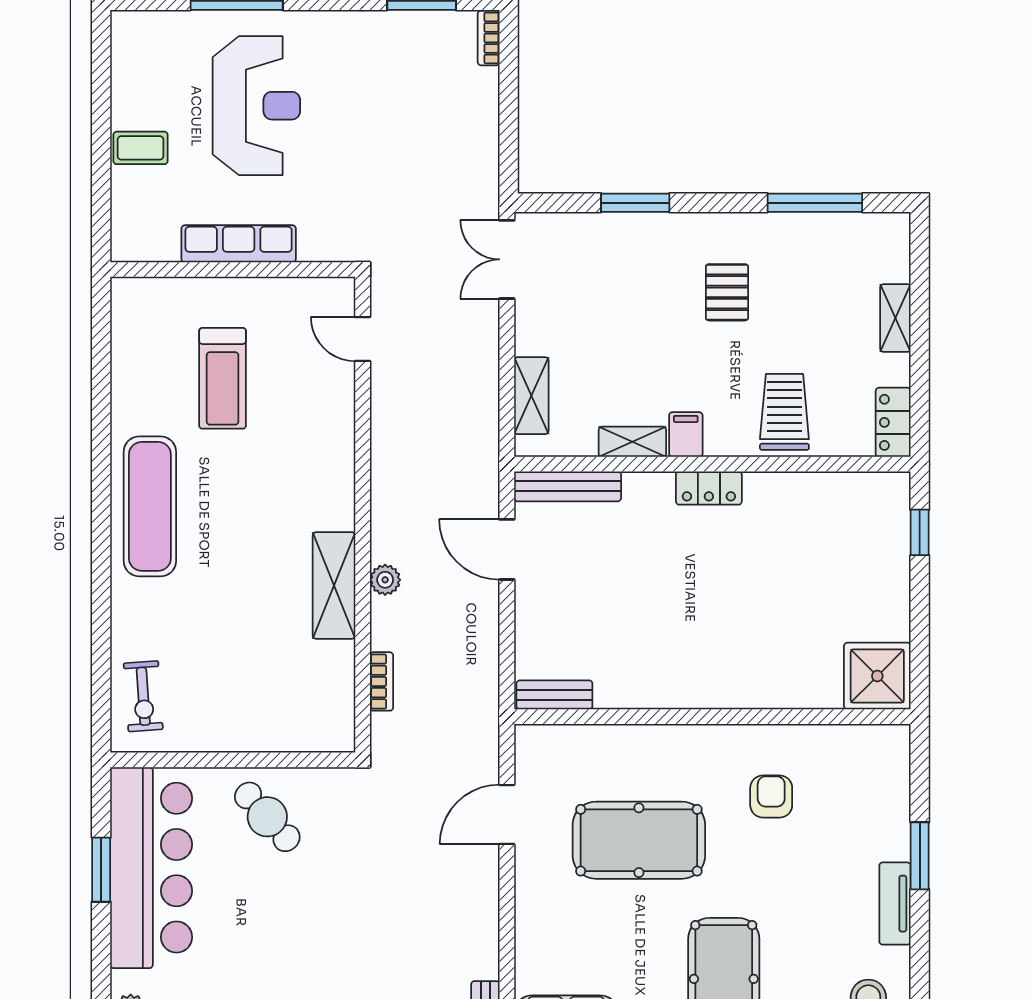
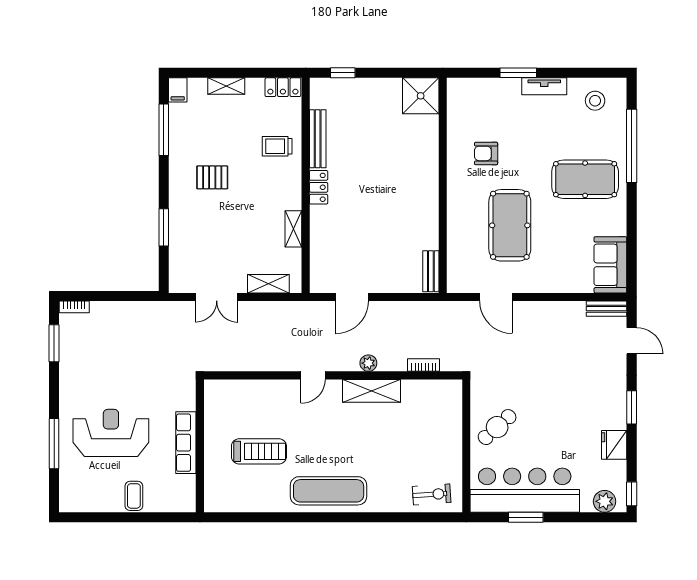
double door: (507, 259) -> (217, 297), moved
door: (363, 339) -> (313, 375), moved
trolley: (784, 412) -> (277, 146), width x0.73, depth x0.72
filing cabinet: (686, 435) -> (178, 90), moved, turned -90
bench: (568, 486) -> (318, 139), moved

